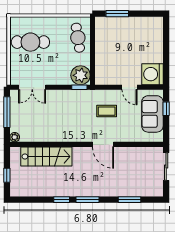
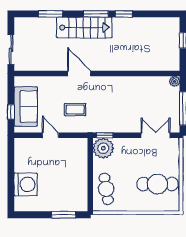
washing machine: (152, 74) -> (26, 184), moved
stairs: (46, 156) -> (84, 28), moved, turned 180

